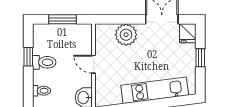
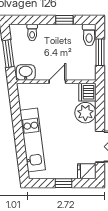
dishwasher: (104, 33) -> (87, 92), added
toilet: (44, 62) -> (89, 35), moved

